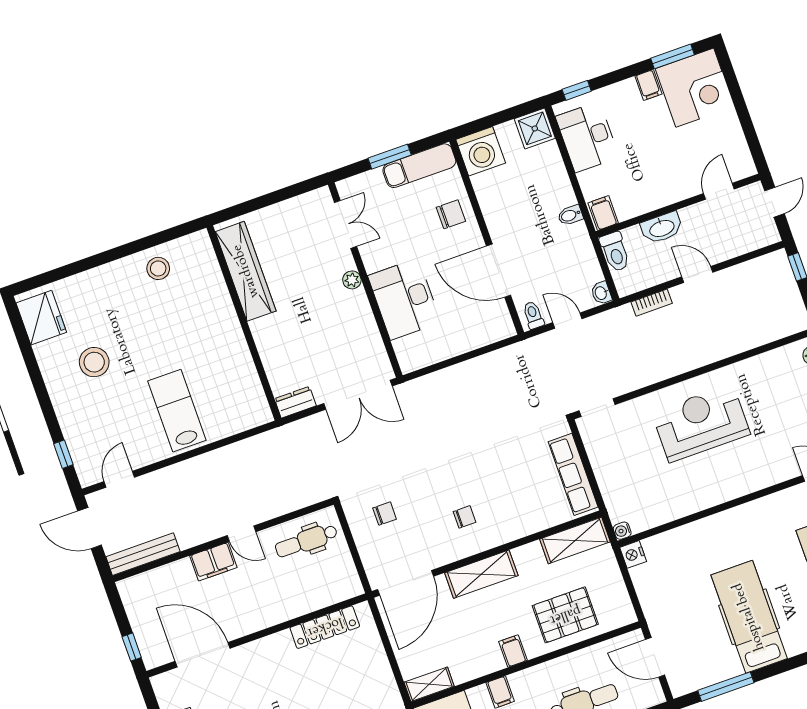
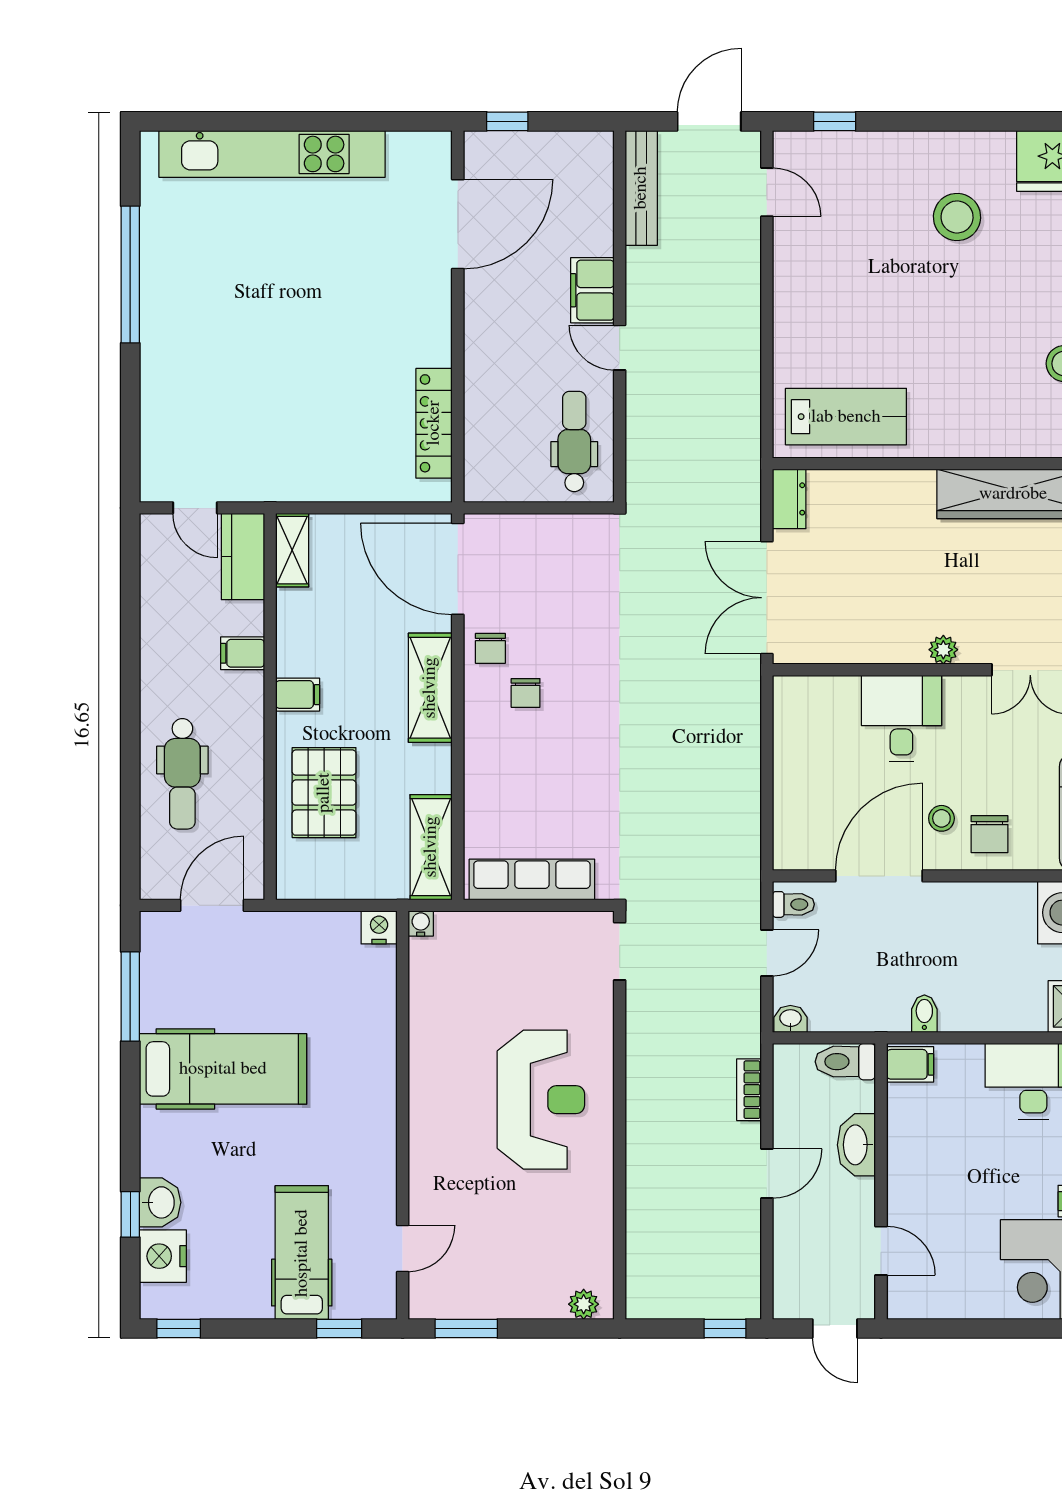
stool: (452, 246) -> (941, 818), added
desk: (404, 299) -> (901, 719), width x0.73
lab bench: (177, 411) -> (846, 417), moved
chair: (385, 514) -> (490, 648), moved
door: (241, 534) -> (620, 348), hinge flipped

